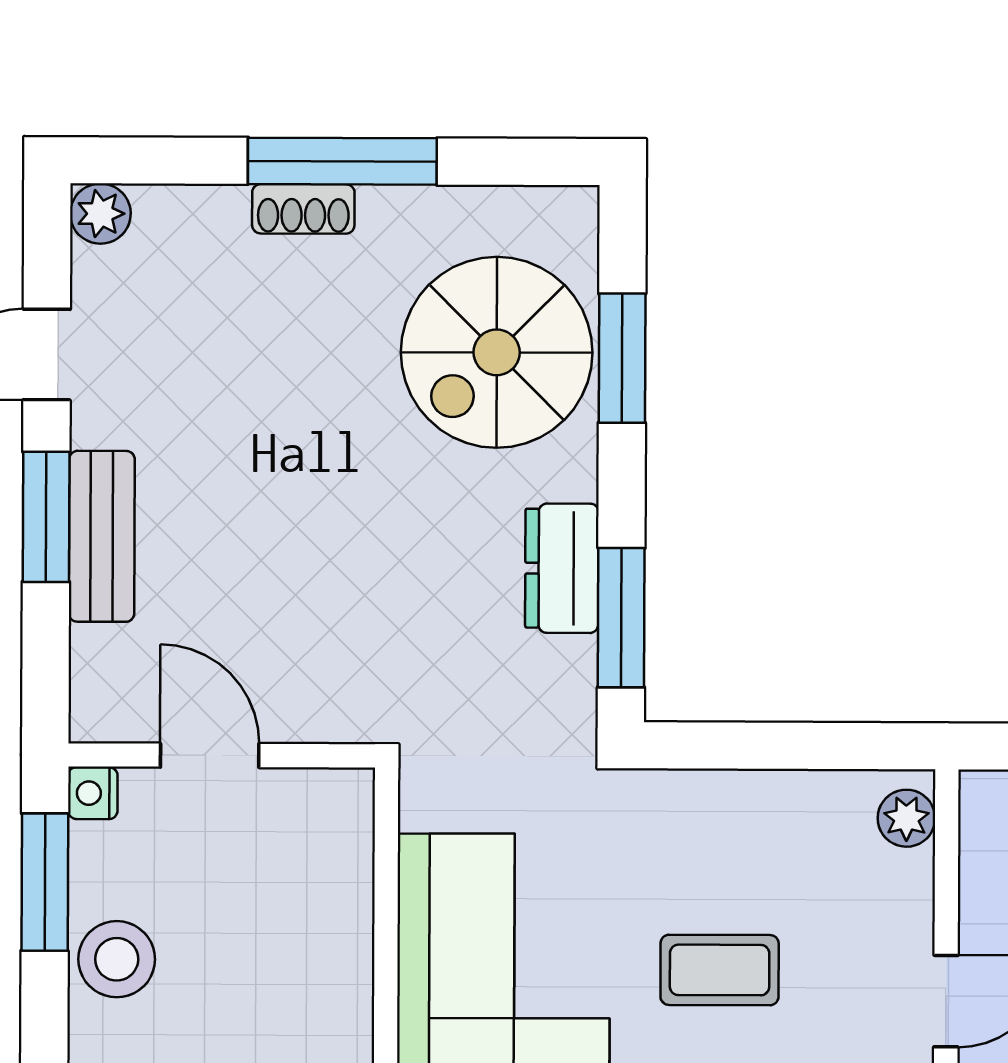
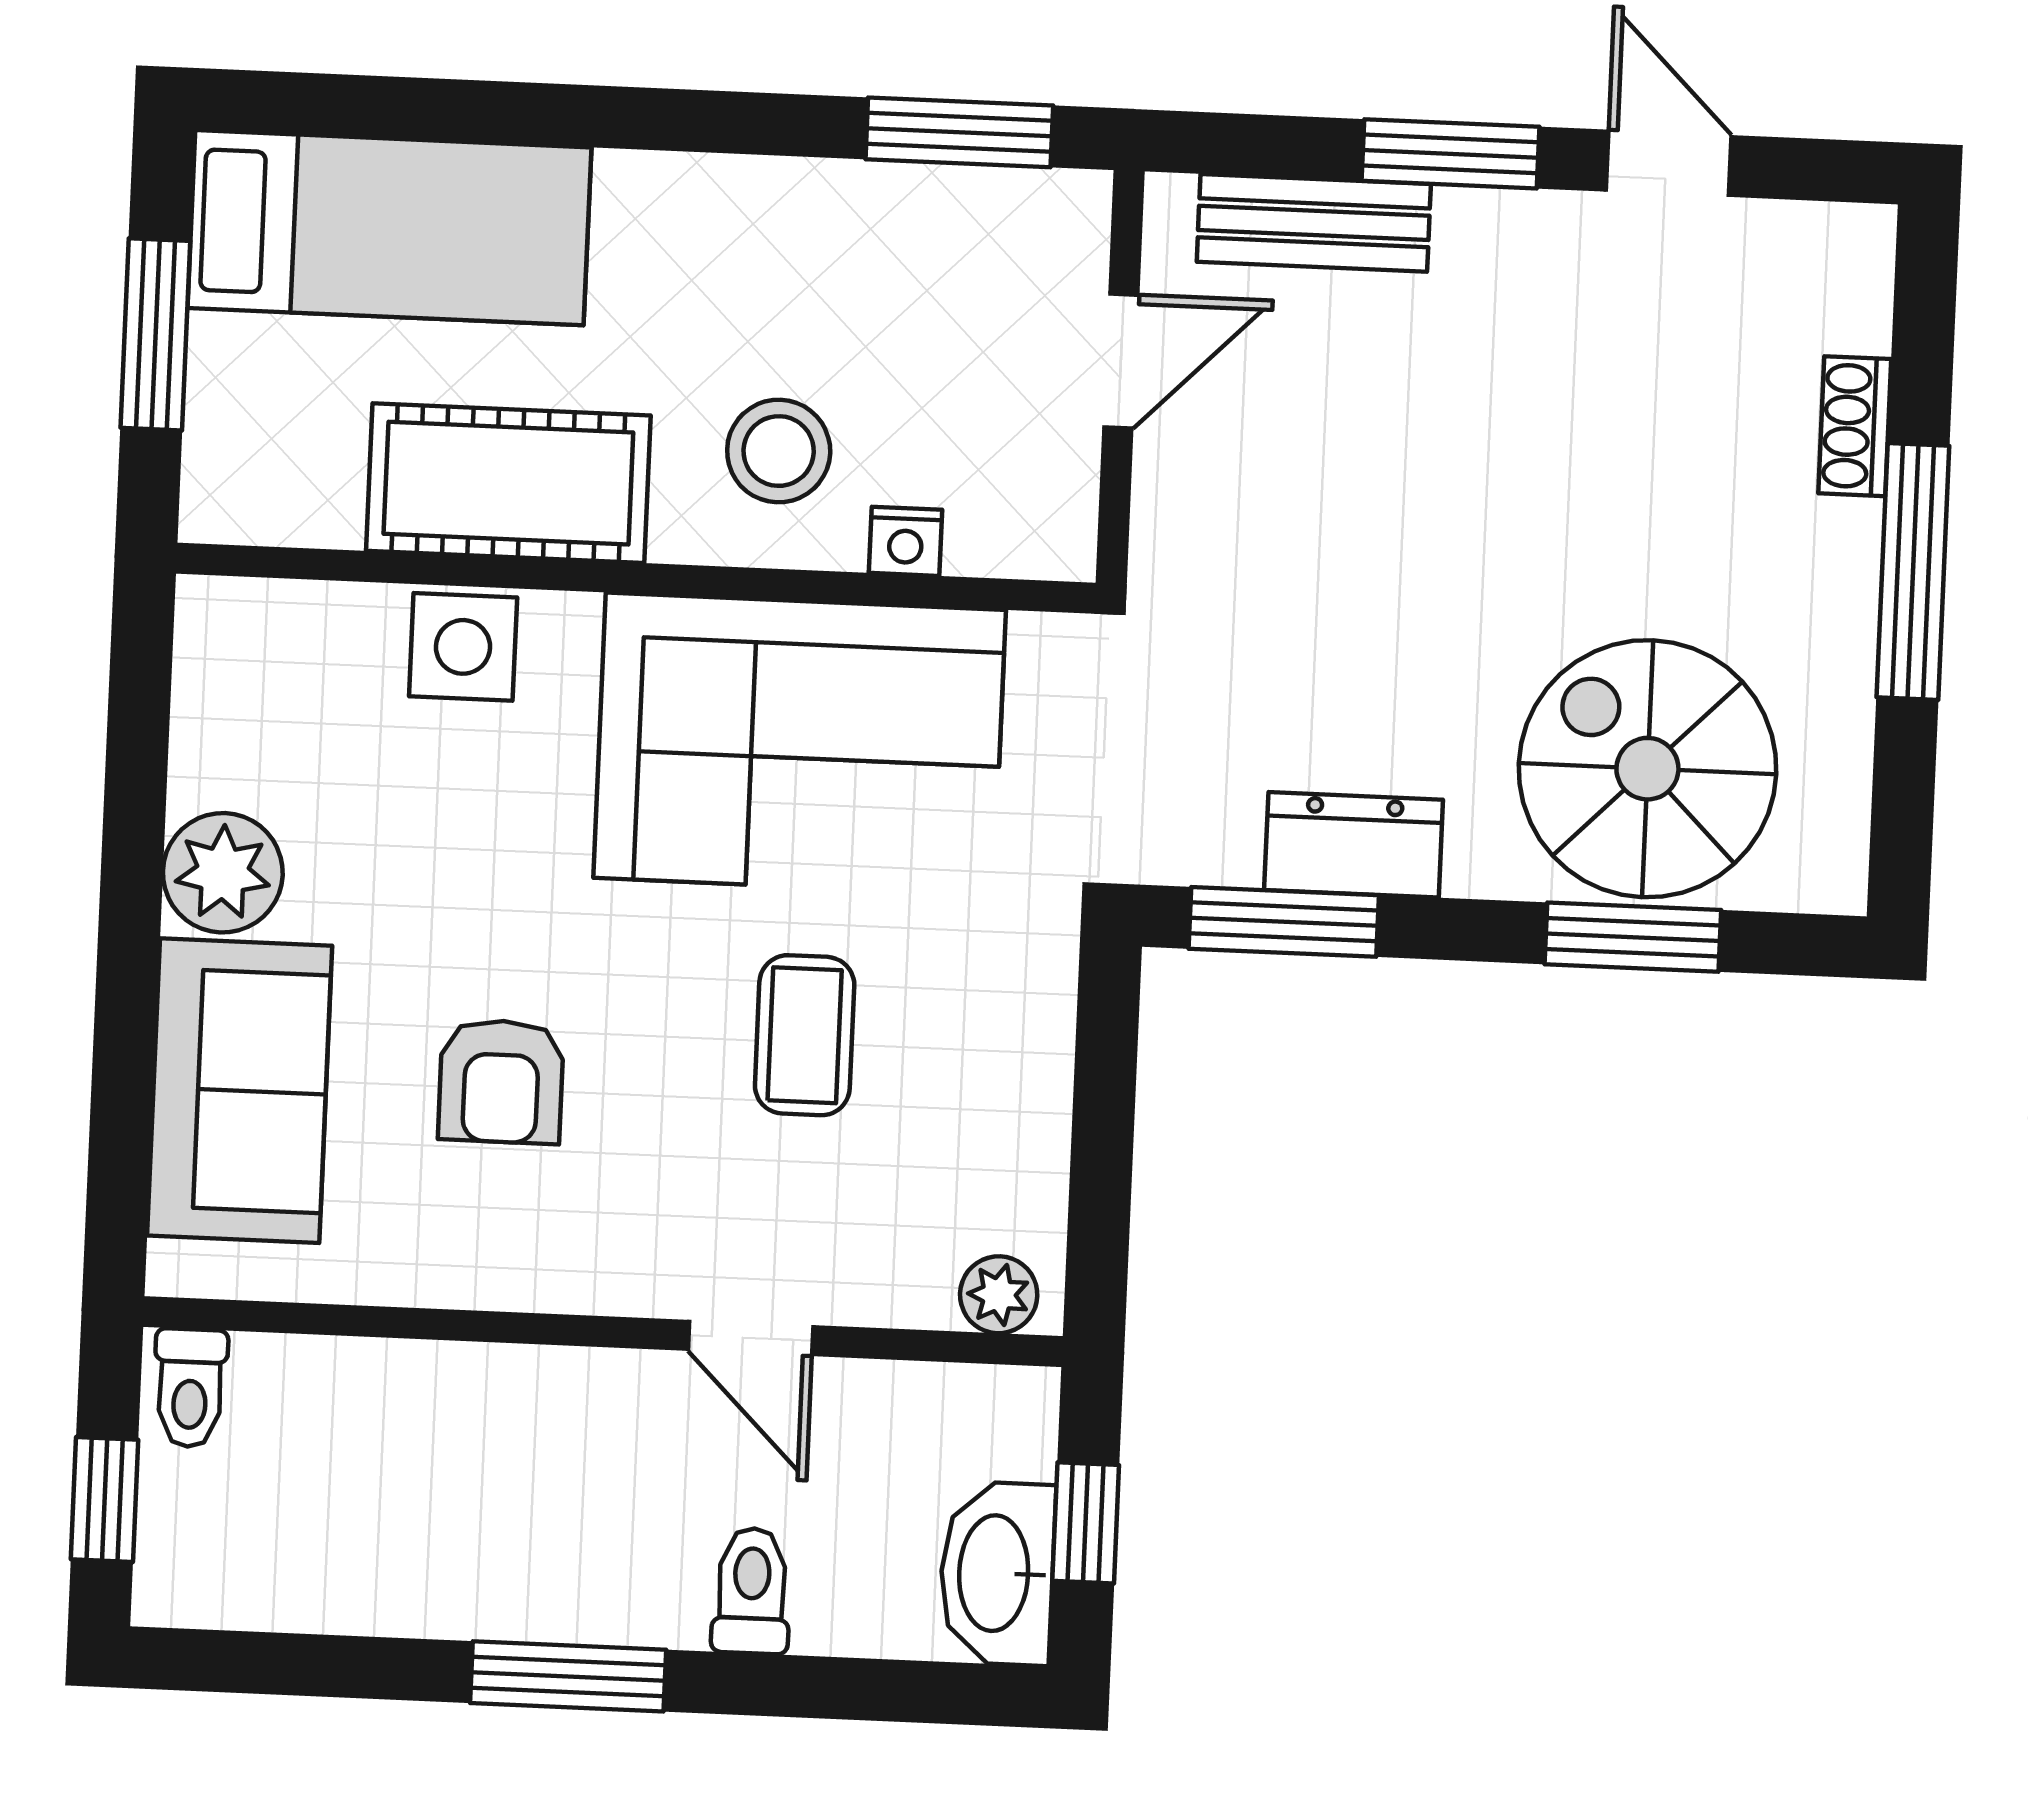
shoe rack: (303, 209) -> (1855, 426), moved
plant: (100, 214) -> (1856, 243), removed
bench: (102, 536) -> (1314, 223), moved
nightstand: (93, 793) -> (906, 541), moved, turned 180
stool: (117, 959) -> (779, 451), moved

